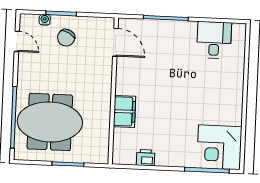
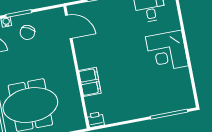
corner desk: (219, 147) -> (167, 51), moved
printer: (146, 158) -> (96, 120), moved

